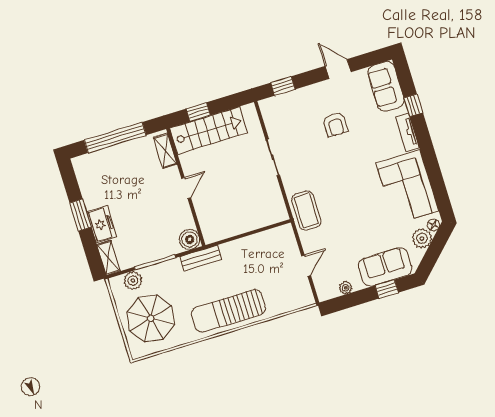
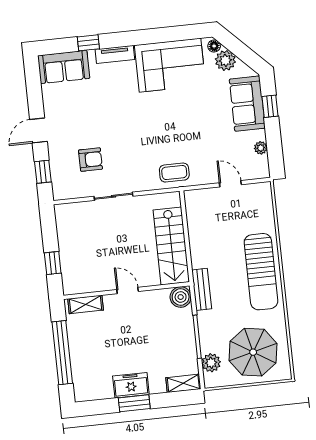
door: (338, 69) -> (38, 130), moved
armchair: (335, 124) -> (90, 160), moved
stairs: (209, 130) -> (171, 246), moved, turned 180
coffee table: (306, 211) -> (174, 173), width x0.73, depth x0.77
freezer: (102, 224) -> (131, 385), moved

